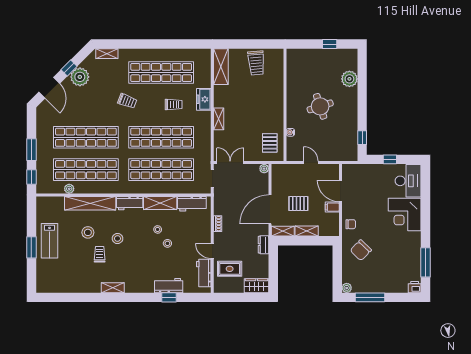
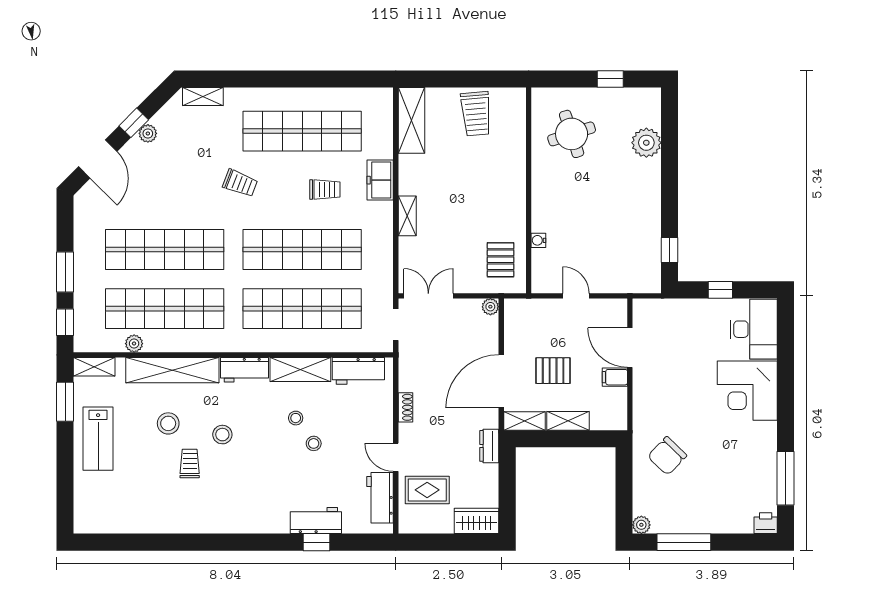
plant: (80, 77) -> (148, 133), width x0.53, depth x0.53
round table: (320, 106) -> (572, 134), moved
chair: (351, 224) -> (649, 408), removed
window: (31, 247) -> (65, 402), moved
shelving: (113, 288) -> (94, 367), moved

